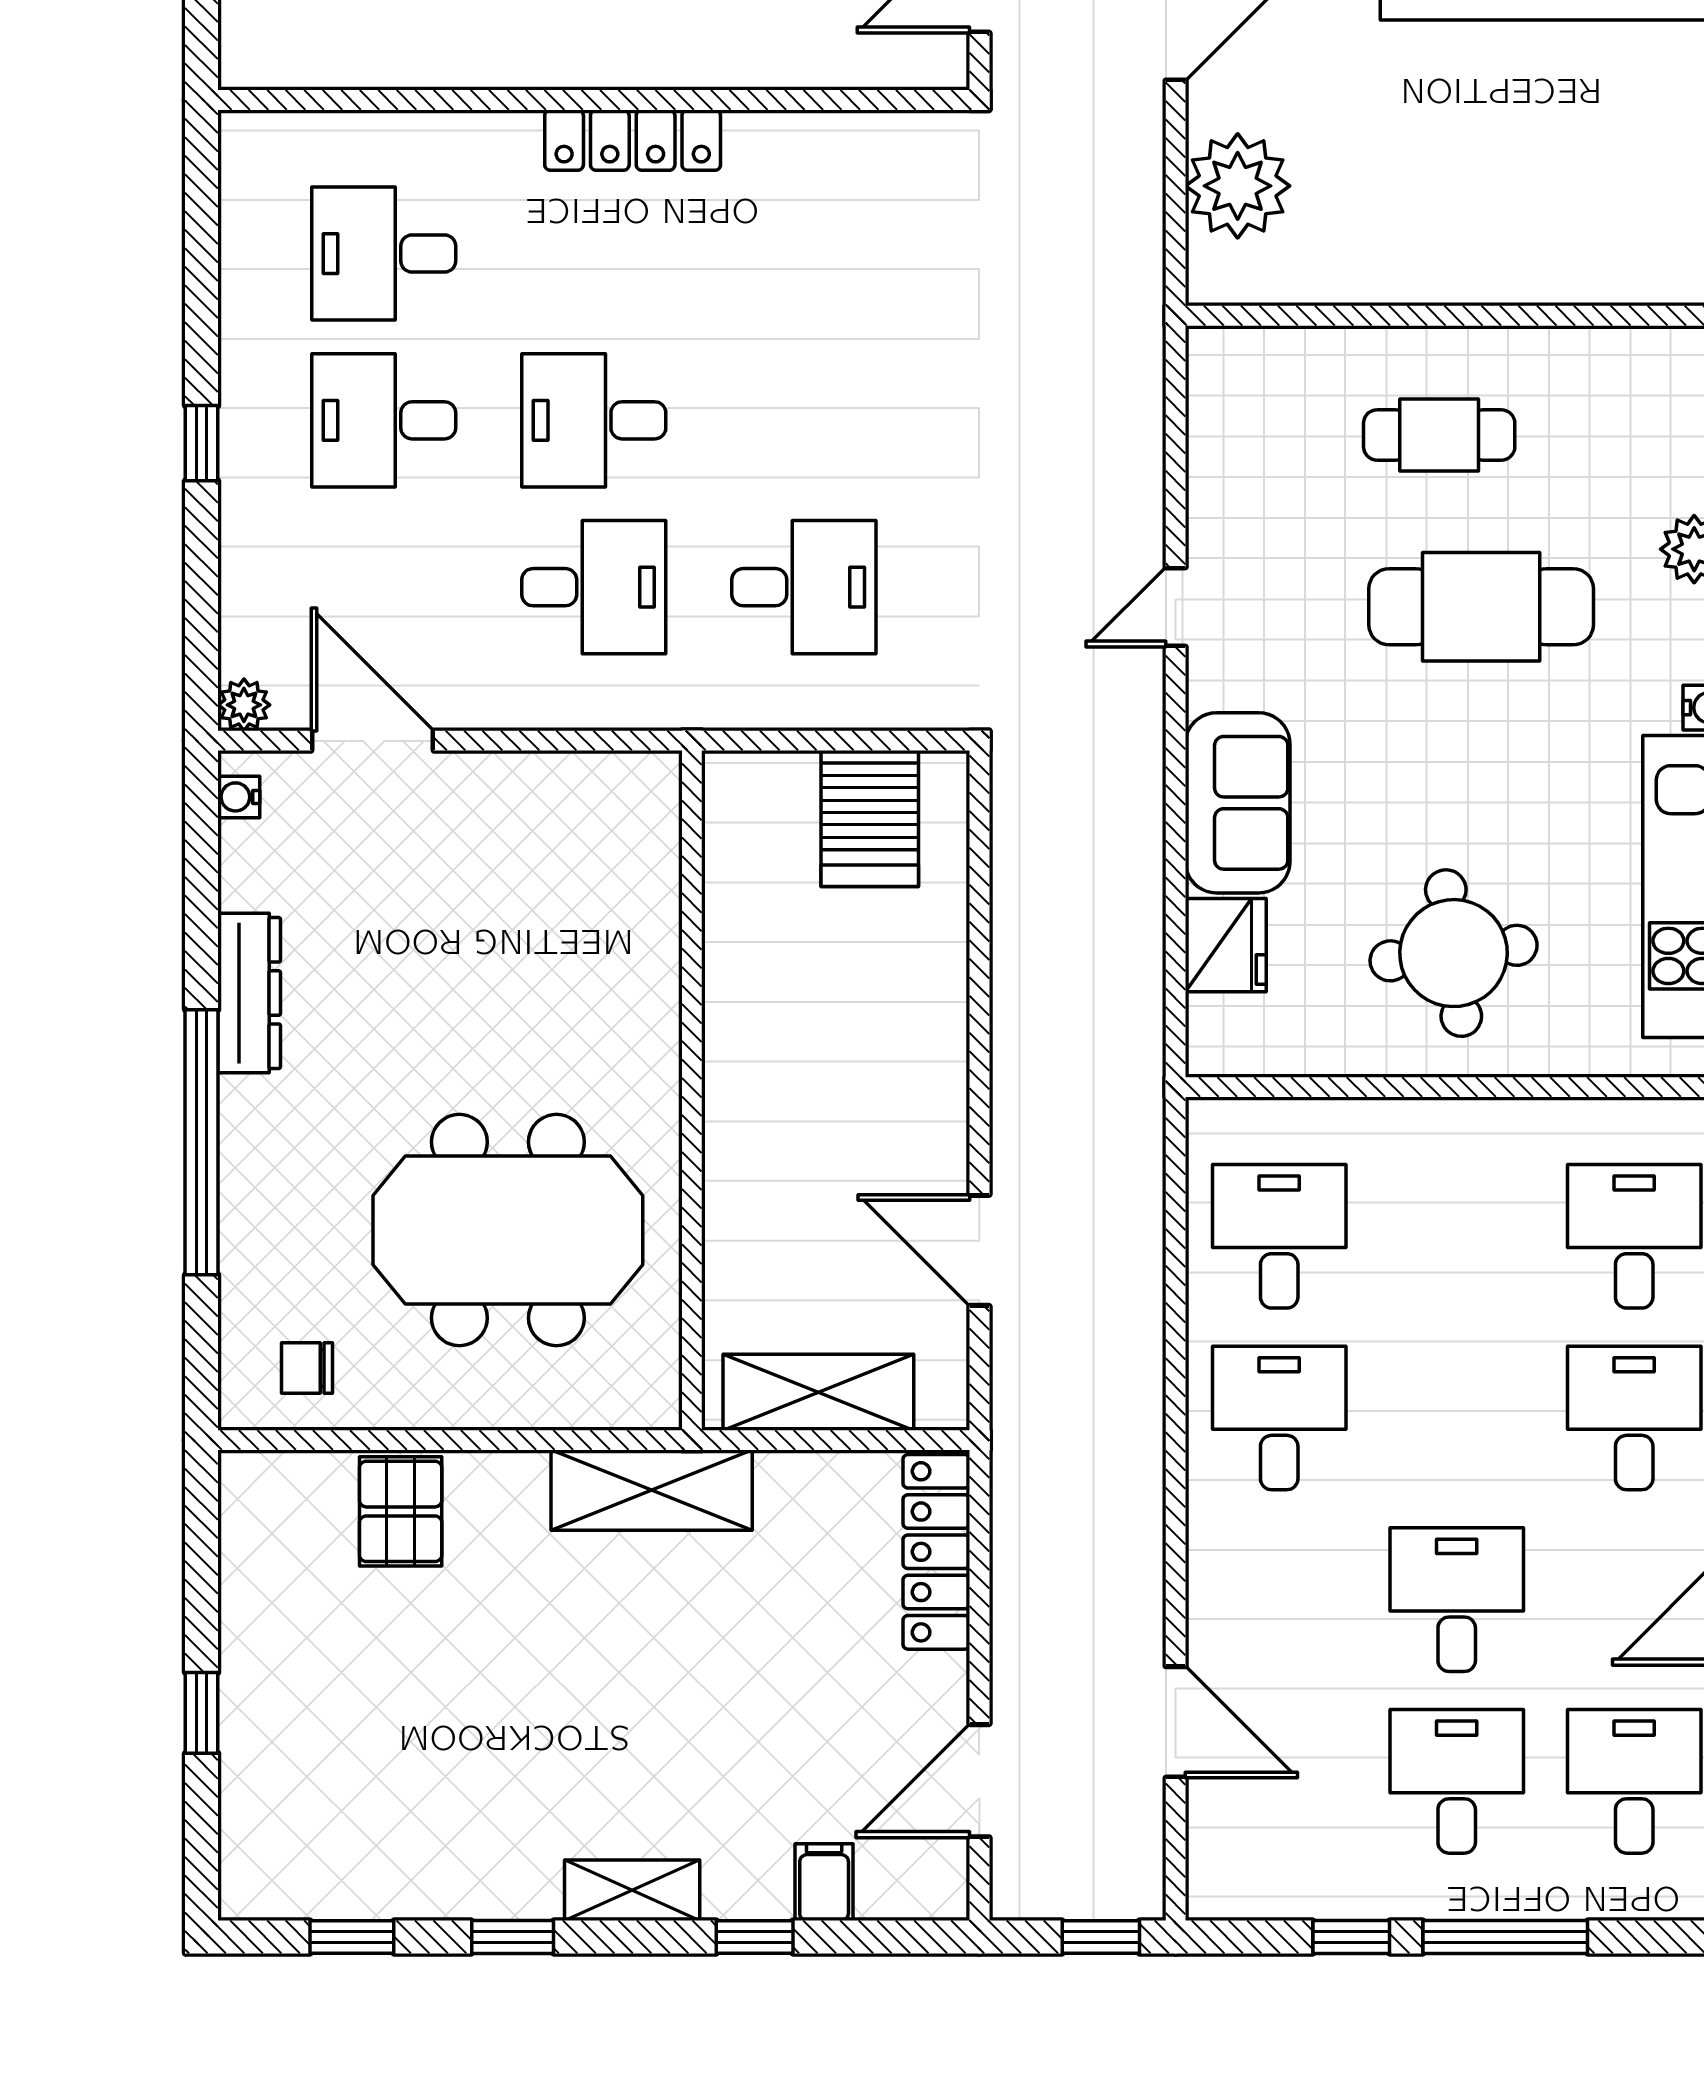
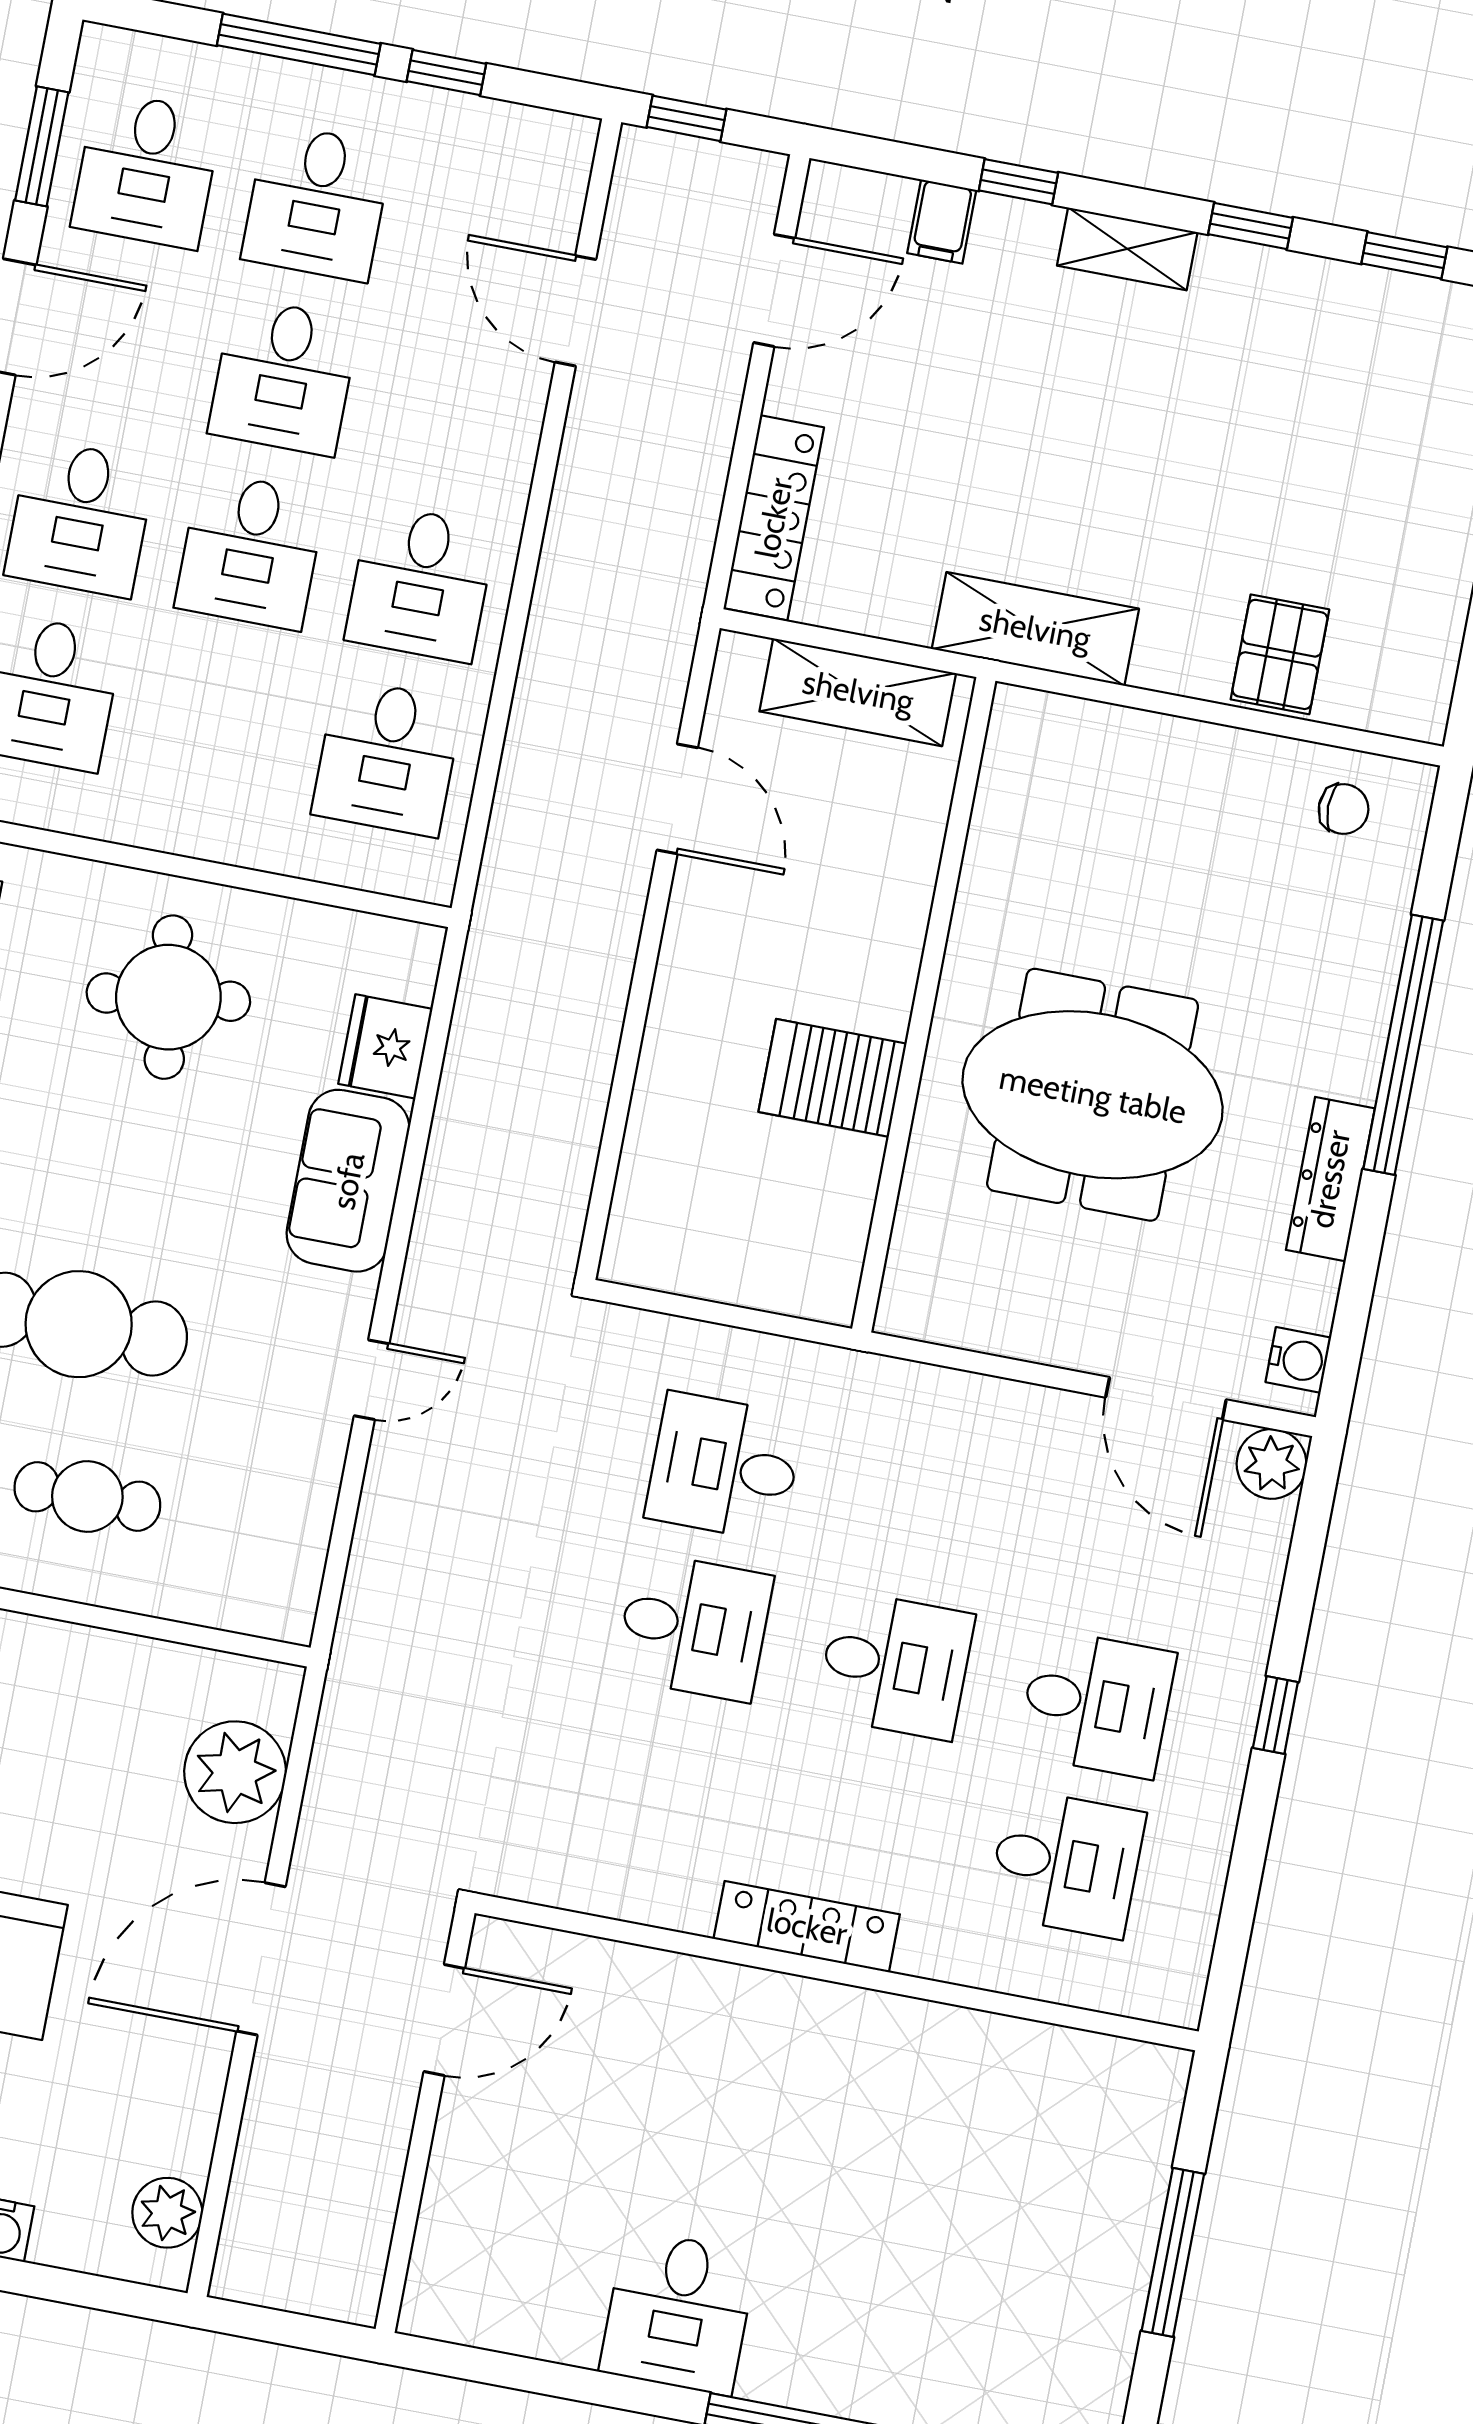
desk: (594, 587) -> (694, 1627), moved, turned 180
plant: (244, 705) -> (1272, 1464), width x1.38, depth x1.38
water cooler: (239, 797) -> (1298, 1360), width x1.38, depth x1.38
server rack: (870, 819) -> (832, 1078), moved, turned -90
meeting table: (508, 1230) -> (1093, 1095), moved
desk: (1457, 1418) -> (250, 551), added

